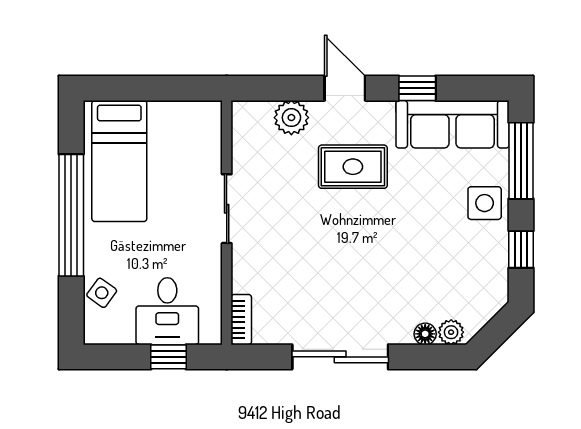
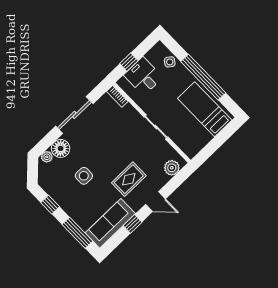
plant: (291, 118) -> (172, 168), moved
side table: (485, 203) -> (84, 176), moved
floor lamp: (425, 334) -> (61, 148), width x1.89, depth x1.89

